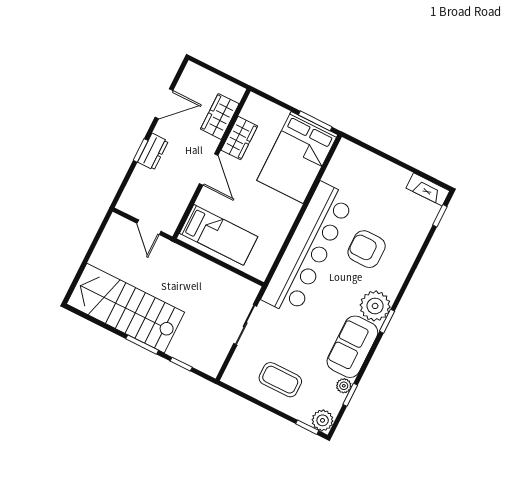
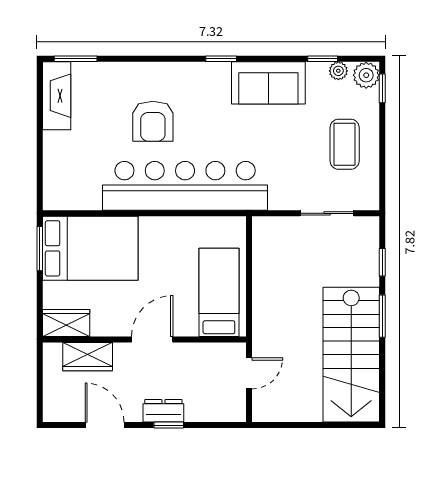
wardrobe: (239, 138) -> (66, 323), moved
fireplace: (428, 189) -> (57, 96), width x1.37, depth x1.32
window: (440, 216) -> (76, 59), width x1.50
plant: (375, 306) -> (211, 80), removed
sliding door: (245, 325) -> (327, 213), moved
plant: (344, 386) -> (338, 71), moved

